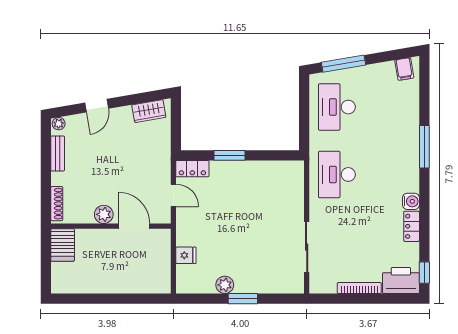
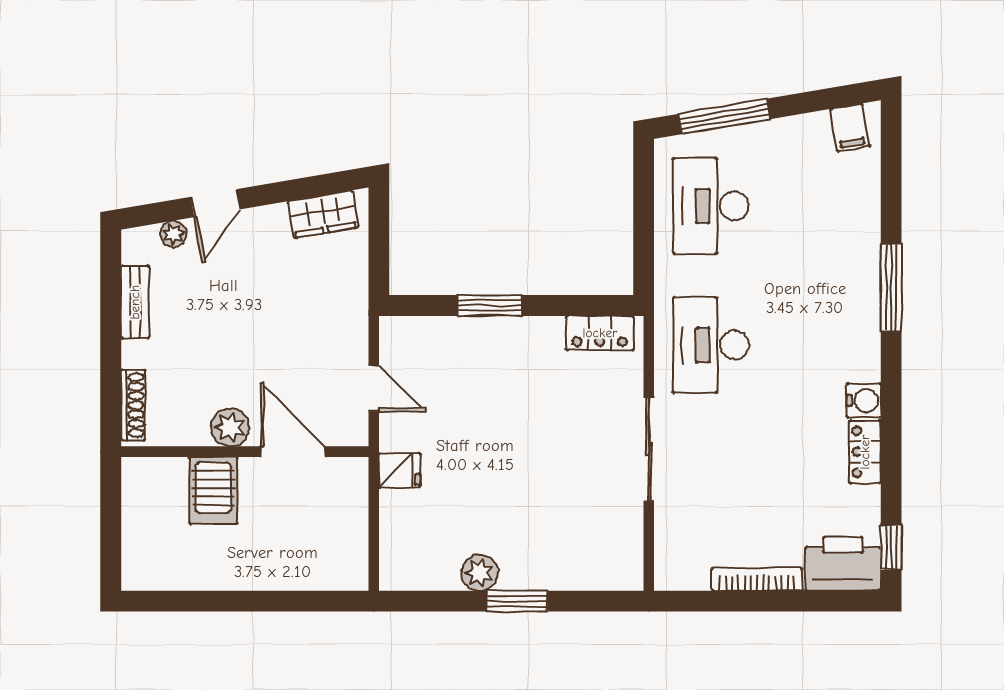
plant: (59, 124) -> (173, 234), moved
locker: (192, 169) -> (600, 333), moved
server rack: (63, 245) -> (213, 490), moved
sliding door: (307, 247) -> (649, 449), moved
fridge: (186, 255) -> (400, 470), moved

